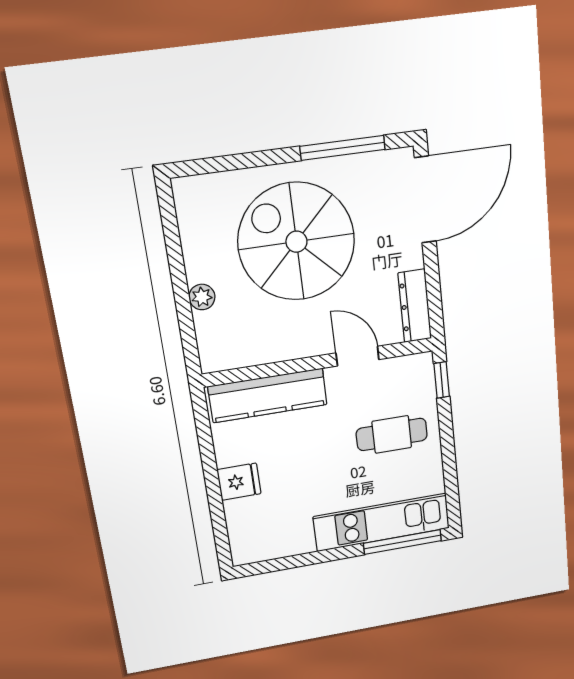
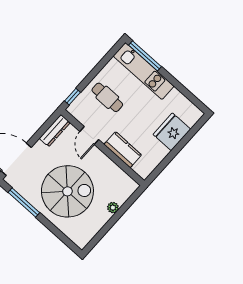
spiral stairs: (296, 242) -> (67, 191), turned -90
kitchen counter: (268, 396) -> (123, 150), width x0.67
fridge: (239, 482) -> (172, 132), width x1.88, depth x1.34

